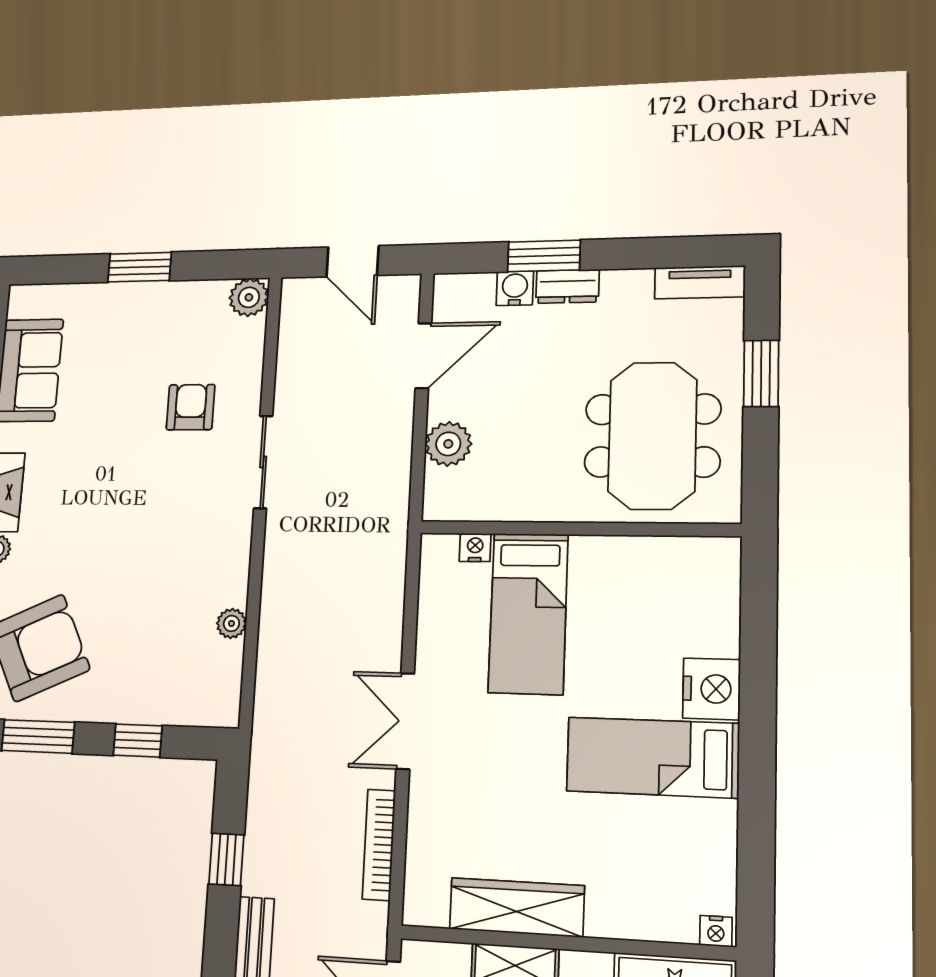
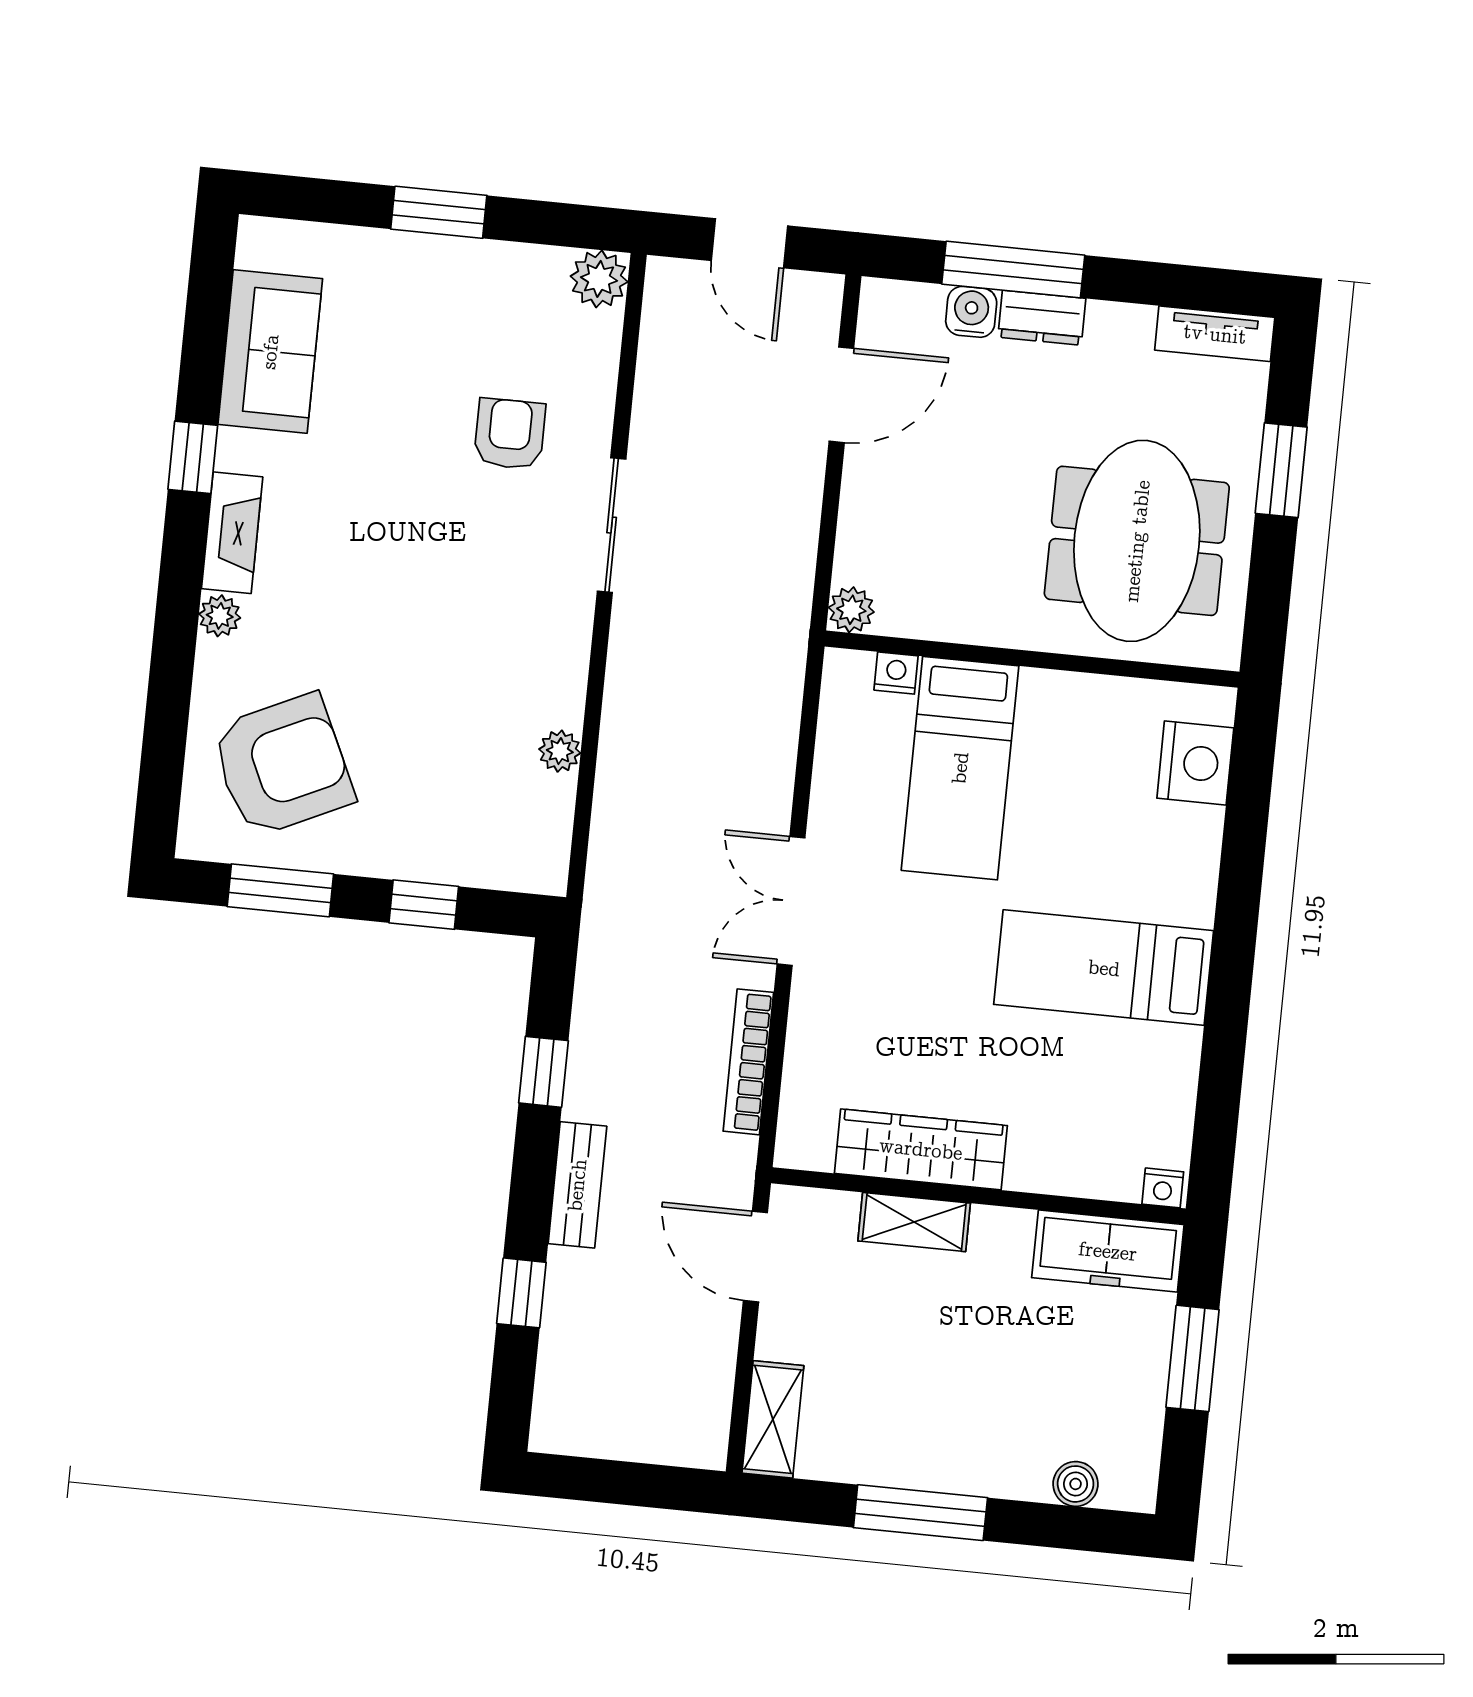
window: (544, 256) -> (1013, 270), width x1.44
plant: (448, 444) -> (851, 610), moved, width x0.73, depth x0.73
nightstand: (711, 689) -> (1195, 763), moved

